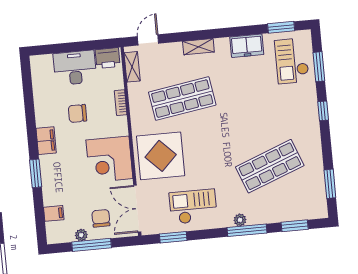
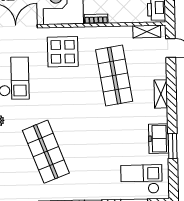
window: (281, 27) -> (173, 146), moved
bookcase: (121, 103) -> (96, 19), moved
display table: (161, 156) -> (63, 52), width x0.73, depth x0.73

